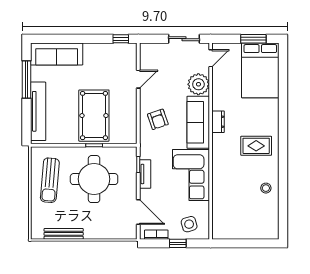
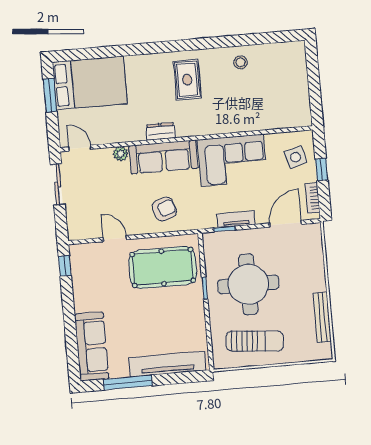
plant: (198, 84) -> (121, 154), width x0.53, depth x0.53
pool table: (94, 116) -> (163, 267), moved

